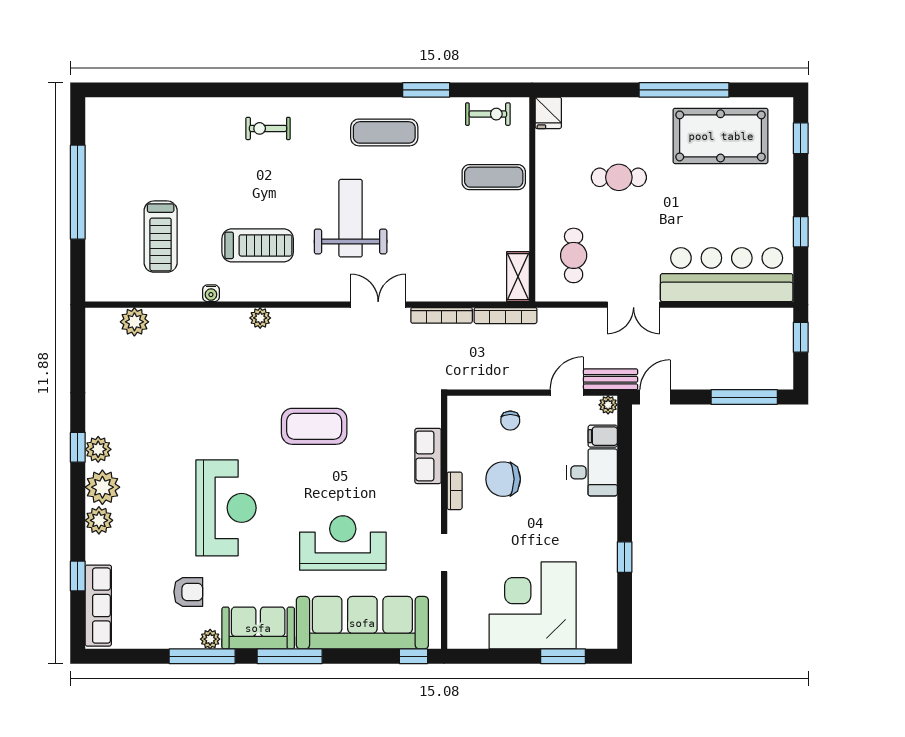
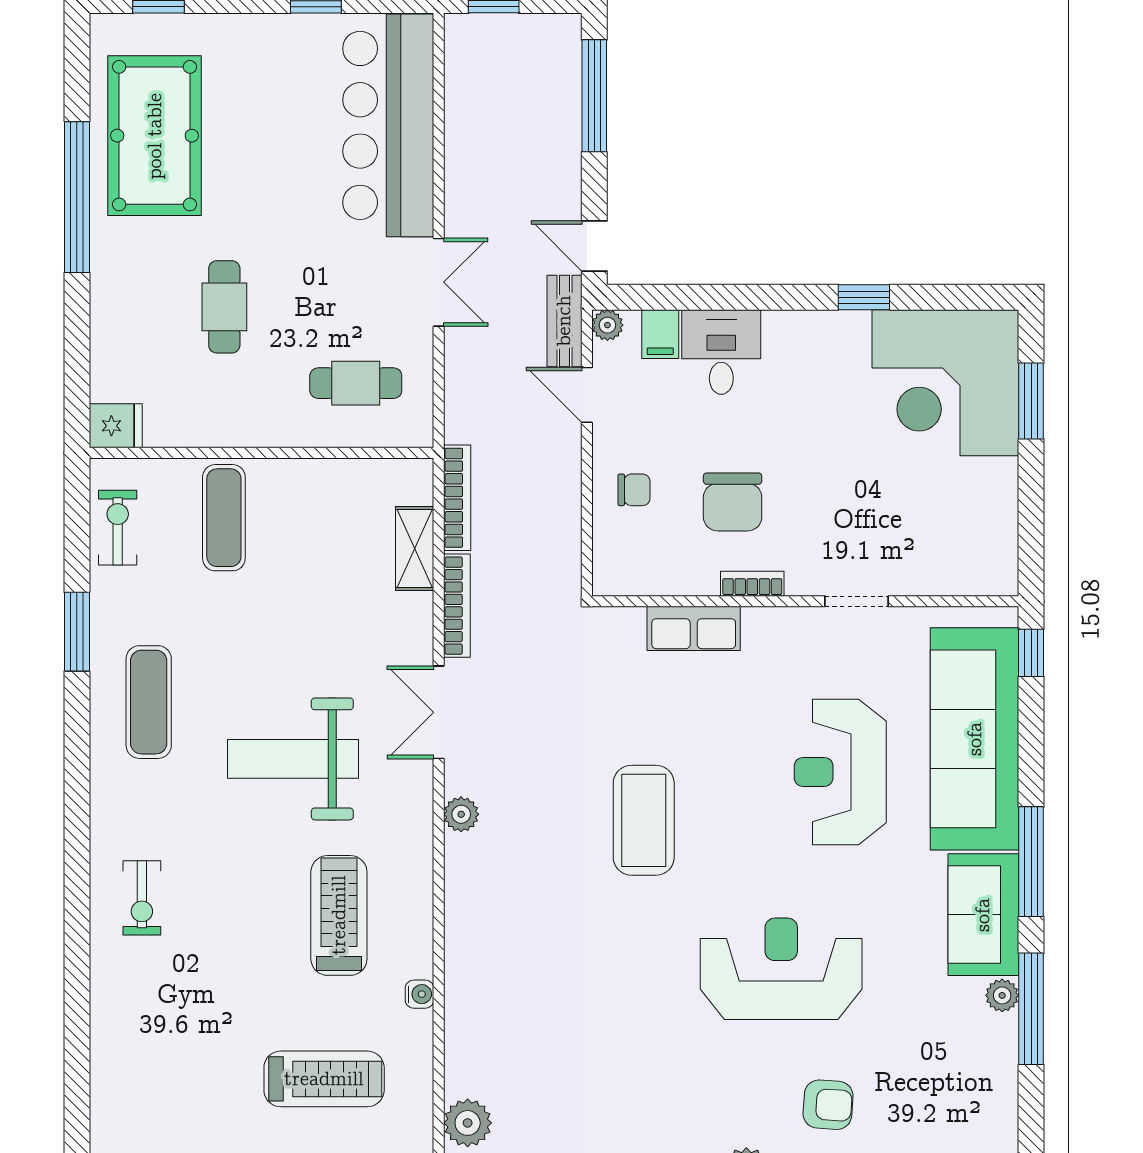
shelving: (518, 277) -> (415, 548), moved, turned 90
plant: (260, 318) -> (461, 814), moved
armchair: (188, 592) -> (828, 1105), moved, turned 94
corner desk: (533, 605) -> (945, 383), moved

